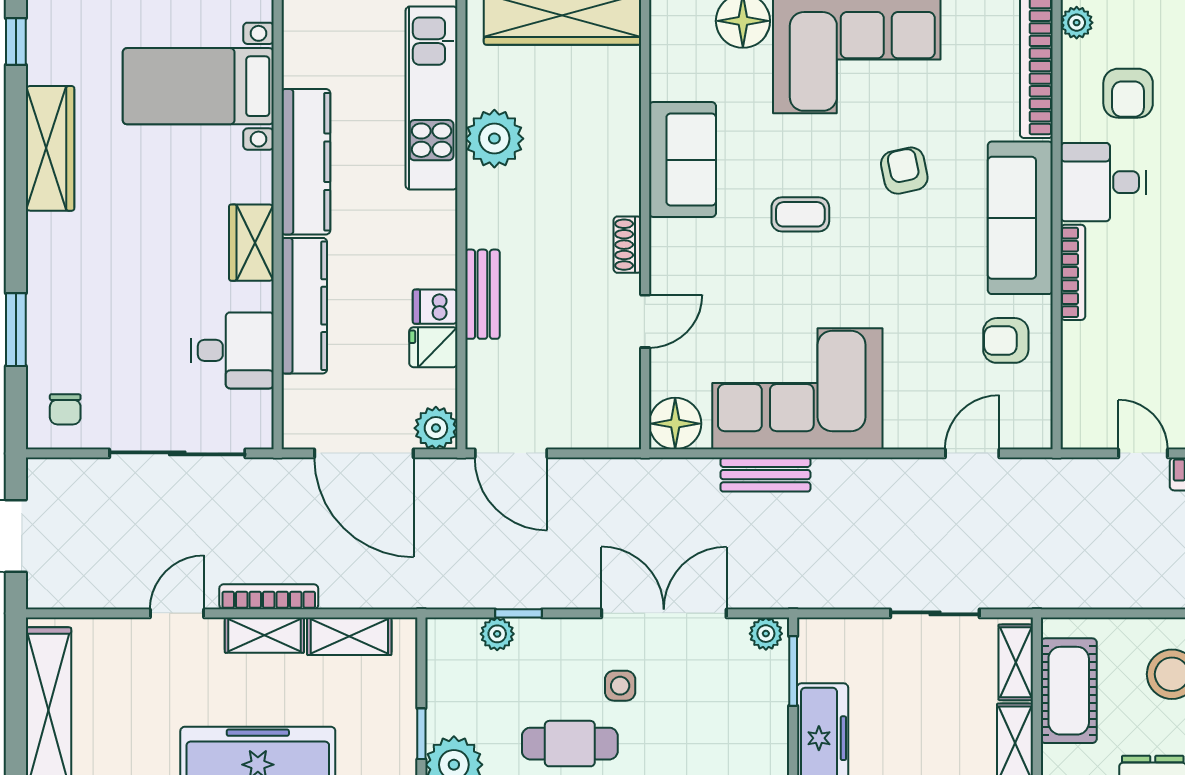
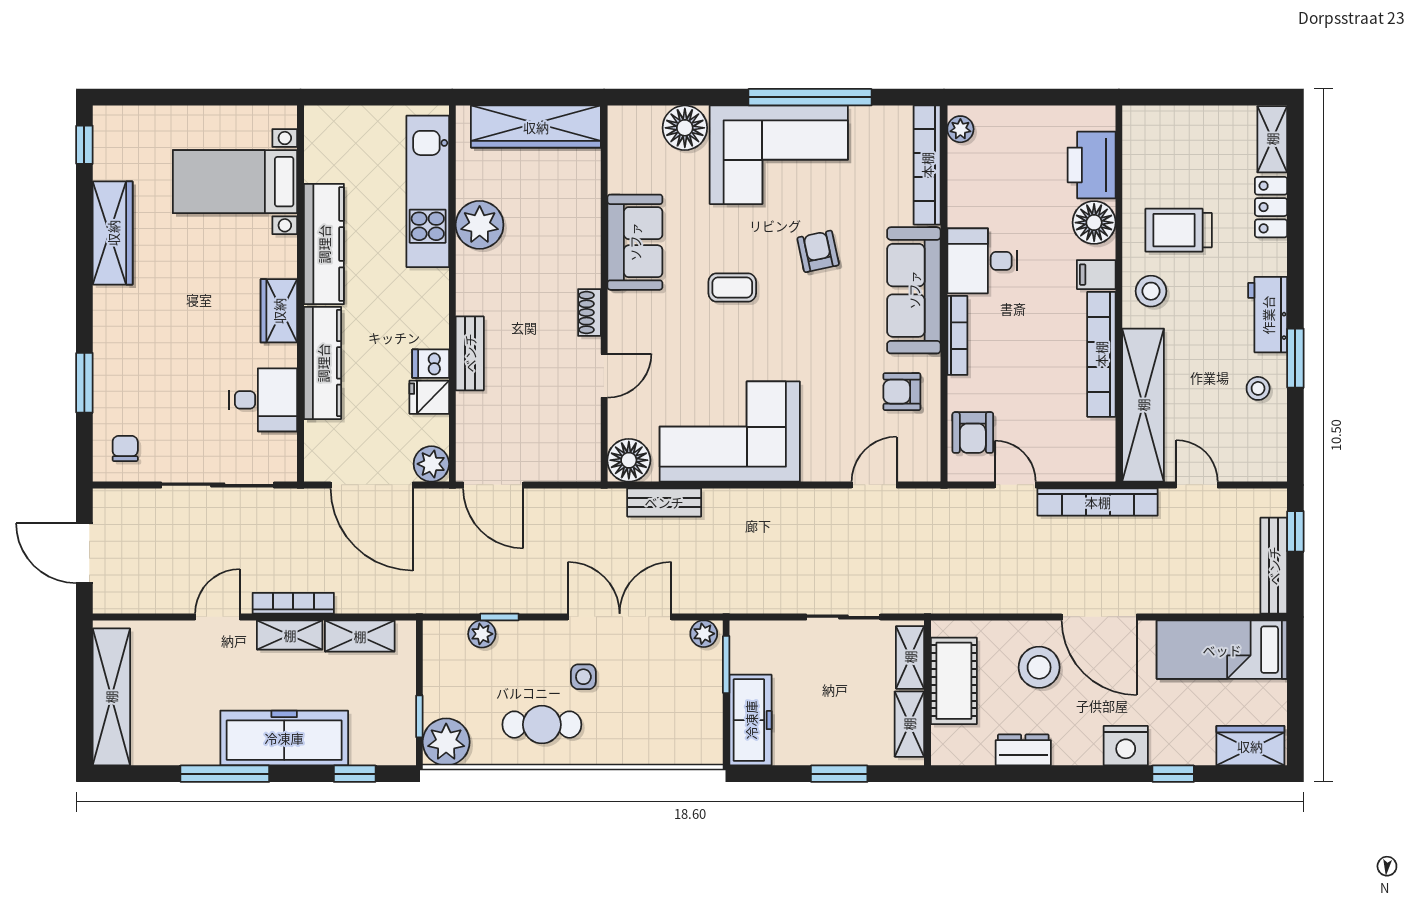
armchair: (1128, 93) -> (973, 433), moved
chair: (65, 409) -> (125, 448), turned 180
bench: (765, 475) -> (664, 502), moved

